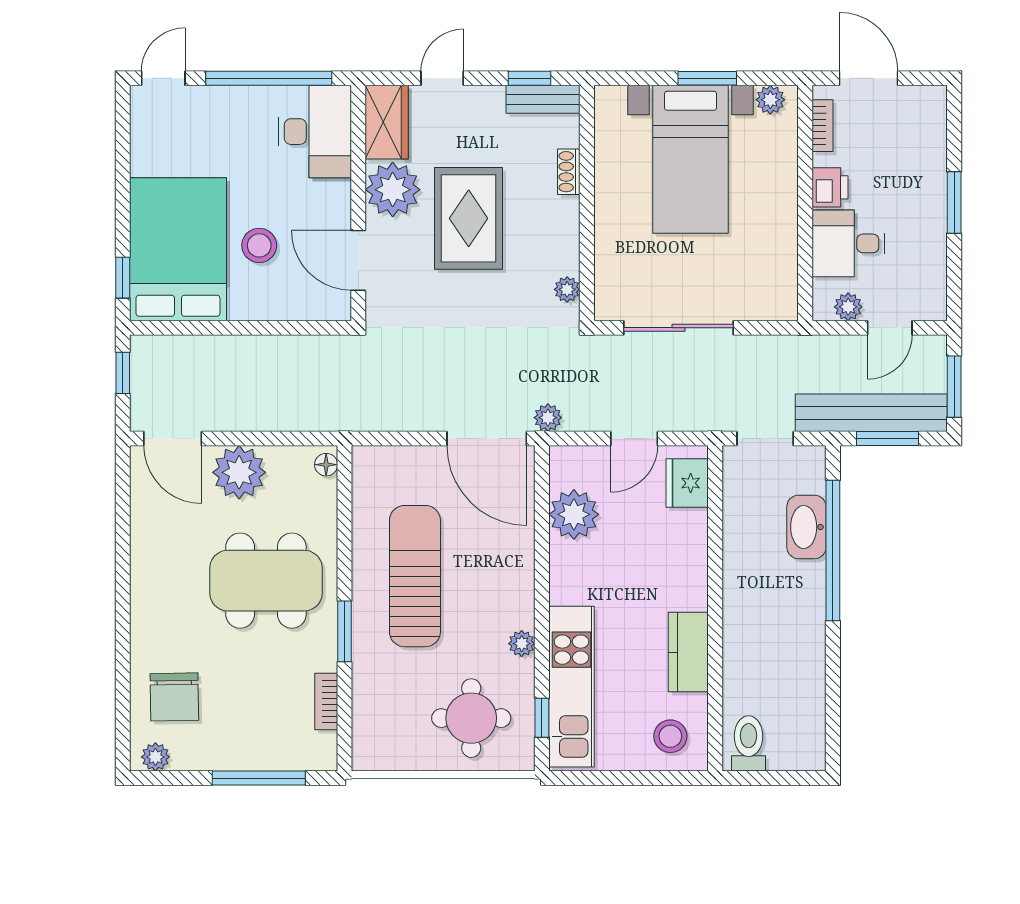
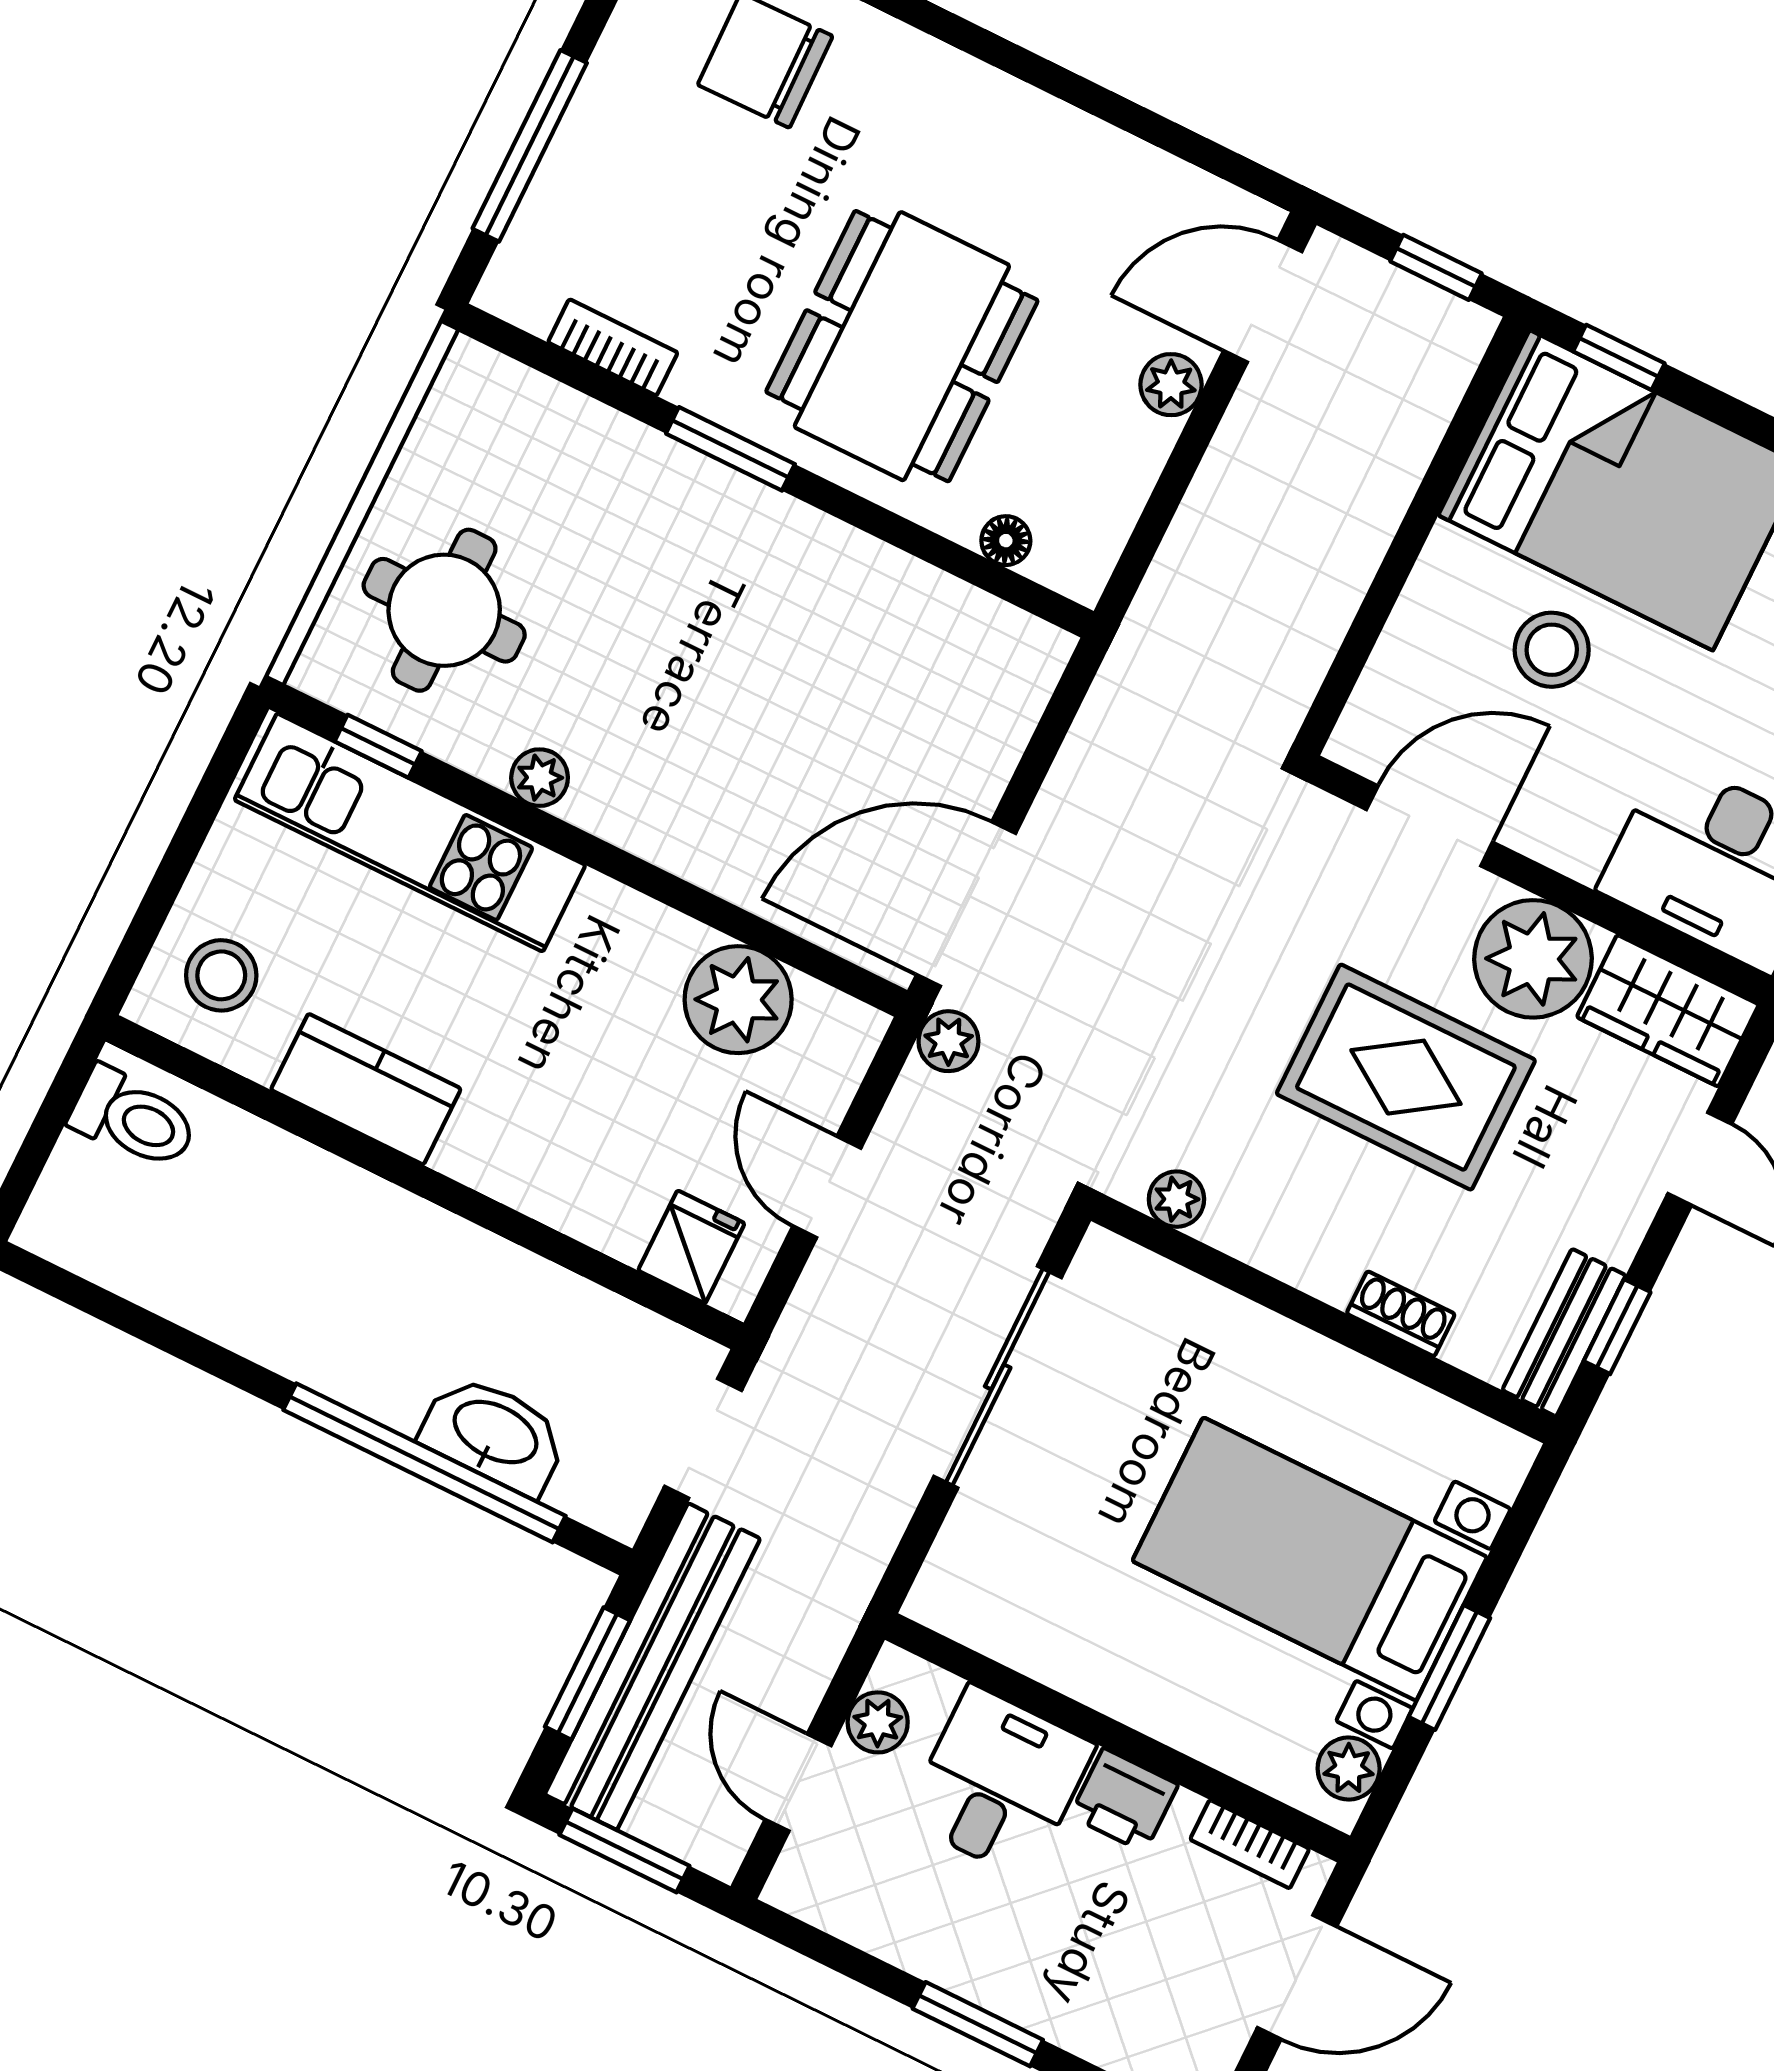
floor lamp: (326, 465) -> (1006, 541), moved
plant: (239, 472) -> (1171, 385), width x0.53, depth x0.53
fridge: (687, 483) -> (691, 1247), width x0.72
sun lounger: (415, 576) -> (770, 636), removed

